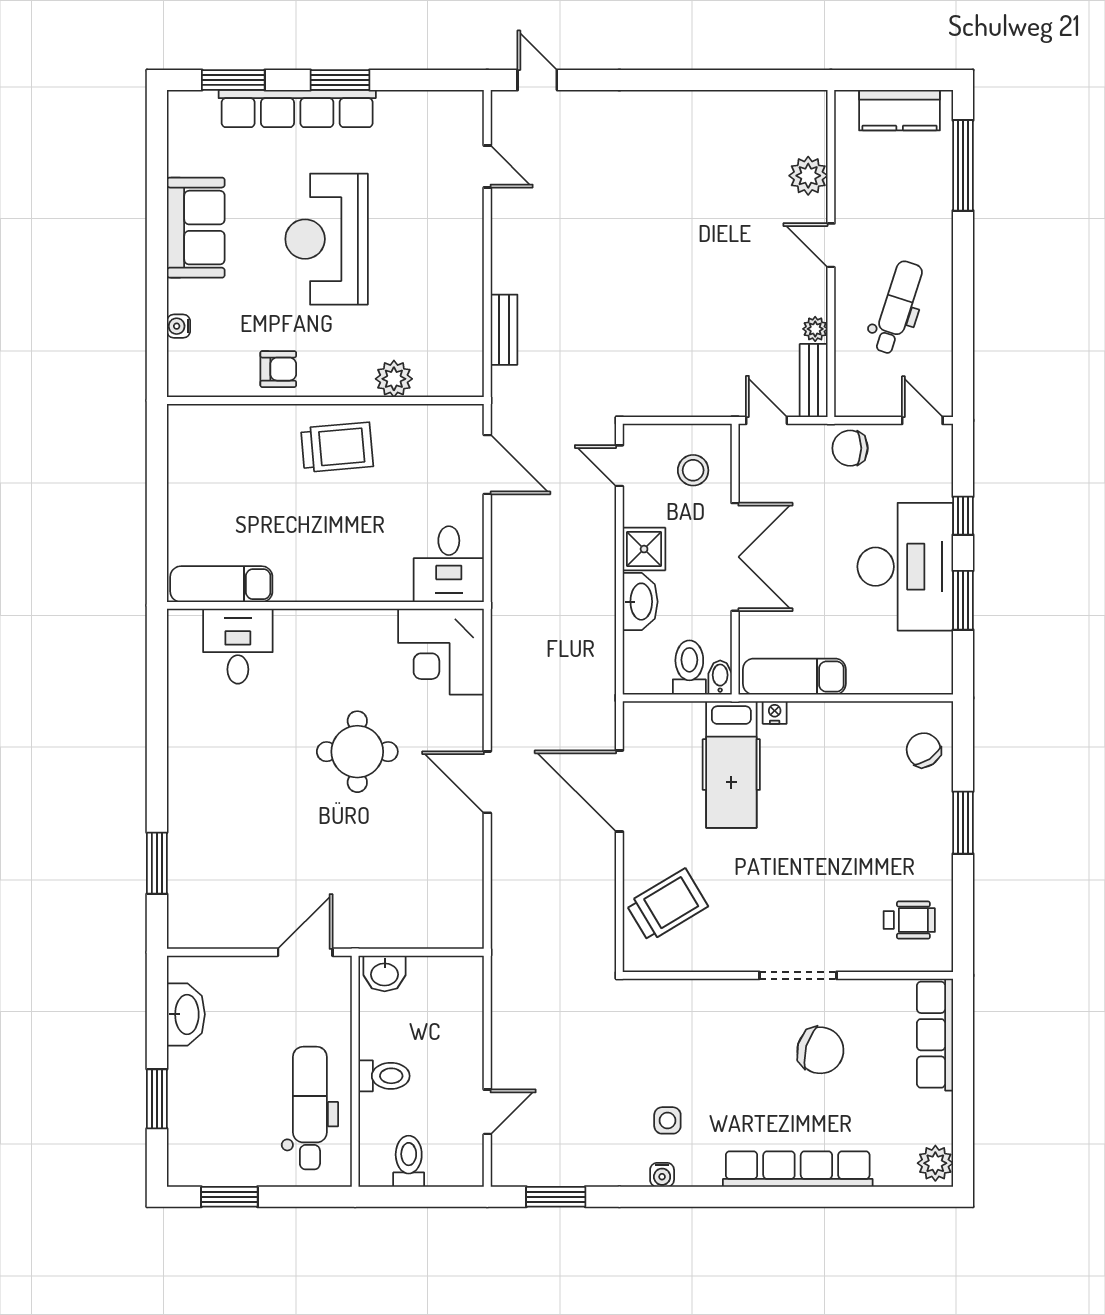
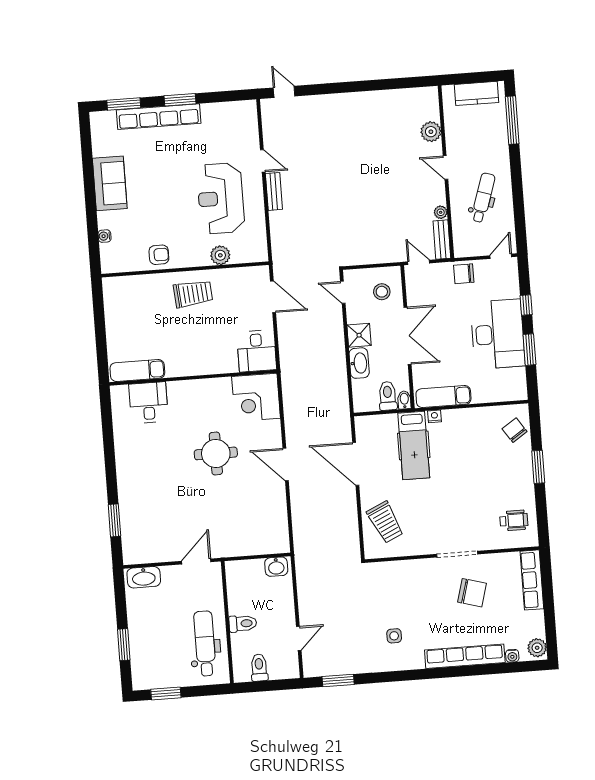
door: (487, 166) -> (263, 161), moved
reception desk: (327, 239) -> (221, 198), moved
bench: (504, 330) -> (274, 191), moved
door: (922, 420) -> (501, 256), hinge flipped
trolley: (667, 905) -> (385, 522), turned 96
washbasin: (385, 973) -> (276, 567), moved
washbasin: (186, 1014) -> (144, 577), moved, turned 90
water cooler: (662, 1175) -> (512, 656), moved

